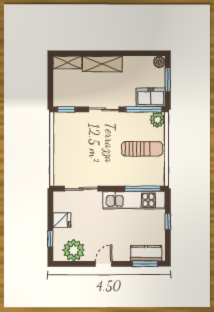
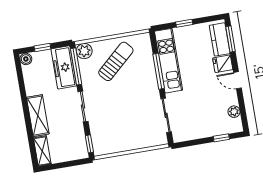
window: (168, 80) -> (42, 47), width x0.67
freezer: (151, 97) -> (64, 67), width x1.40
sun lounger: (142, 149) -> (116, 61), turned 48
window: (143, 189) -> (159, 71), moved
fridge: (62, 220) -> (223, 64), moved, turned -90
plant: (74, 250) -> (234, 112), width x0.53, depth x0.53

